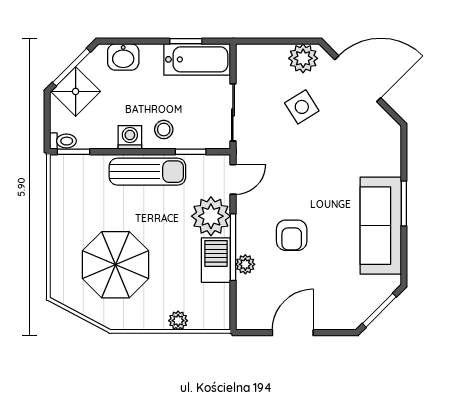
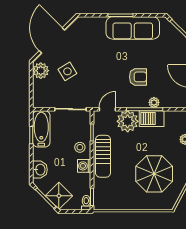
sun lounger: (147, 172) -> (103, 156), turned 180
door: (233, 179) -> (107, 109), hinge flipped

